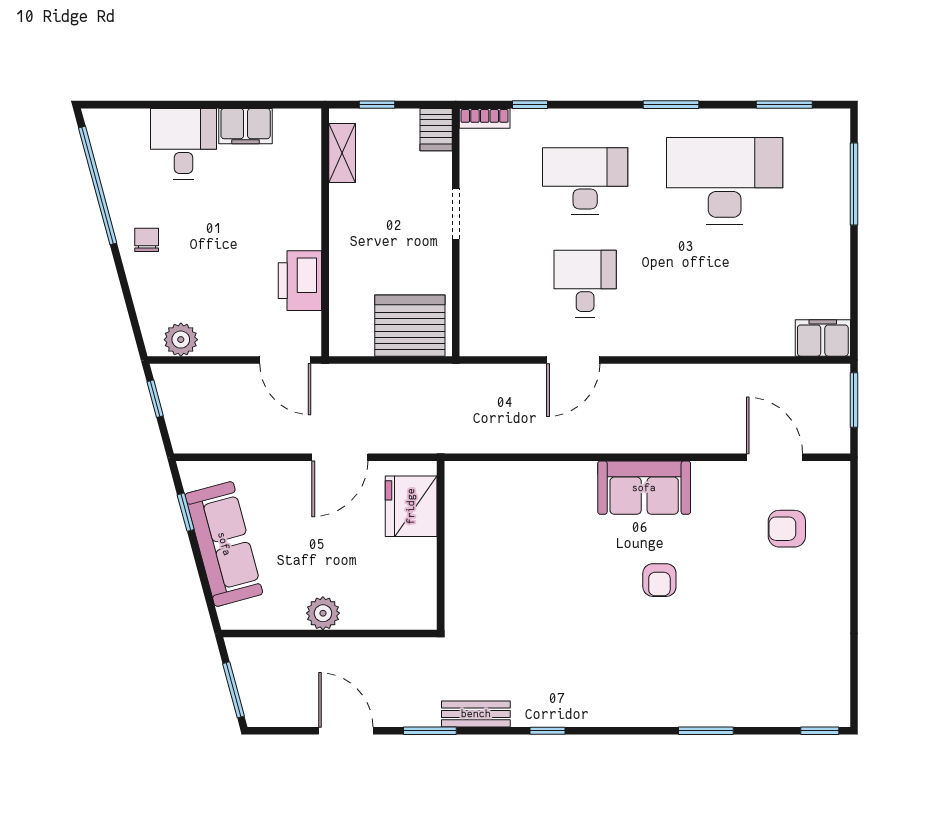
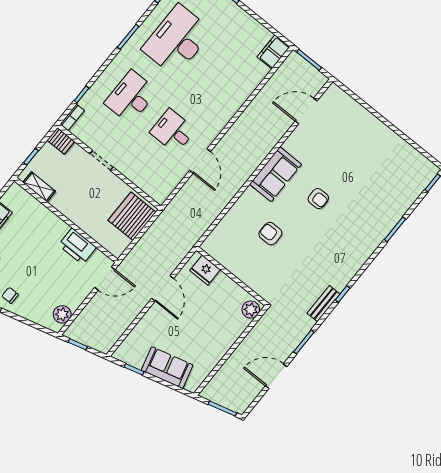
fridge: (411, 506) -> (205, 270), width x0.73, depth x0.75
armchair: (787, 529) -> (270, 234), moved, turned 90
sofa: (224, 544) -> (167, 368), width x0.73
plant: (323, 613) -> (251, 310), moved
bench: (476, 714) -> (324, 304), moved

